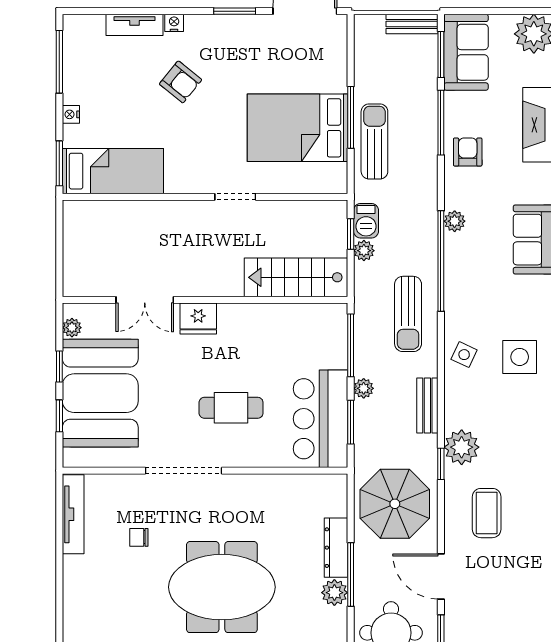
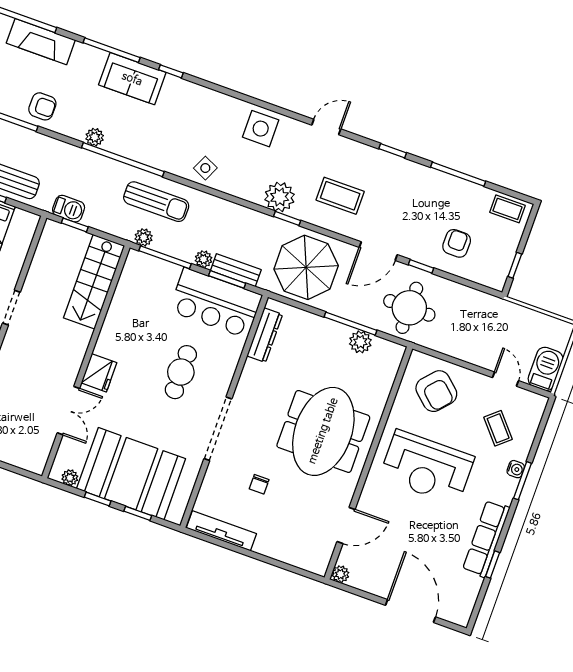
armchair: (468, 152) -> (42, 106), turned 180
plant: (364, 251) -> (144, 237), moved
side table: (520, 357) -> (261, 129), moved
bench: (427, 405) -> (236, 270), moved
dresser: (336, 548) -> (265, 335), moved, turned -90

